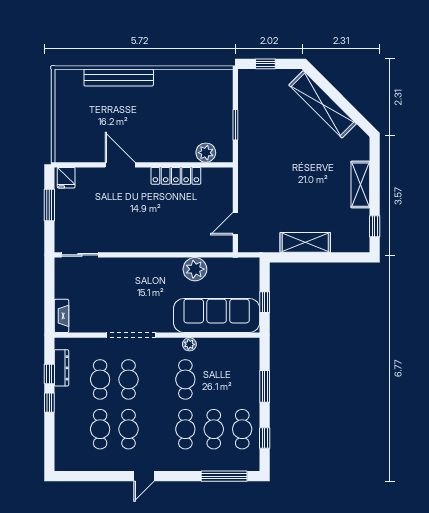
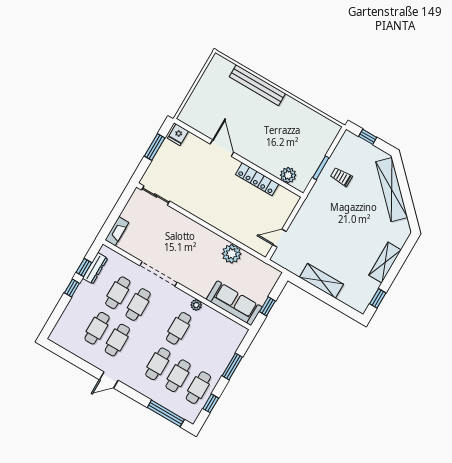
trolley: (262, 122) -> (341, 177), added
sofa: (217, 315) -> (234, 303), width x0.74, depth x0.79

